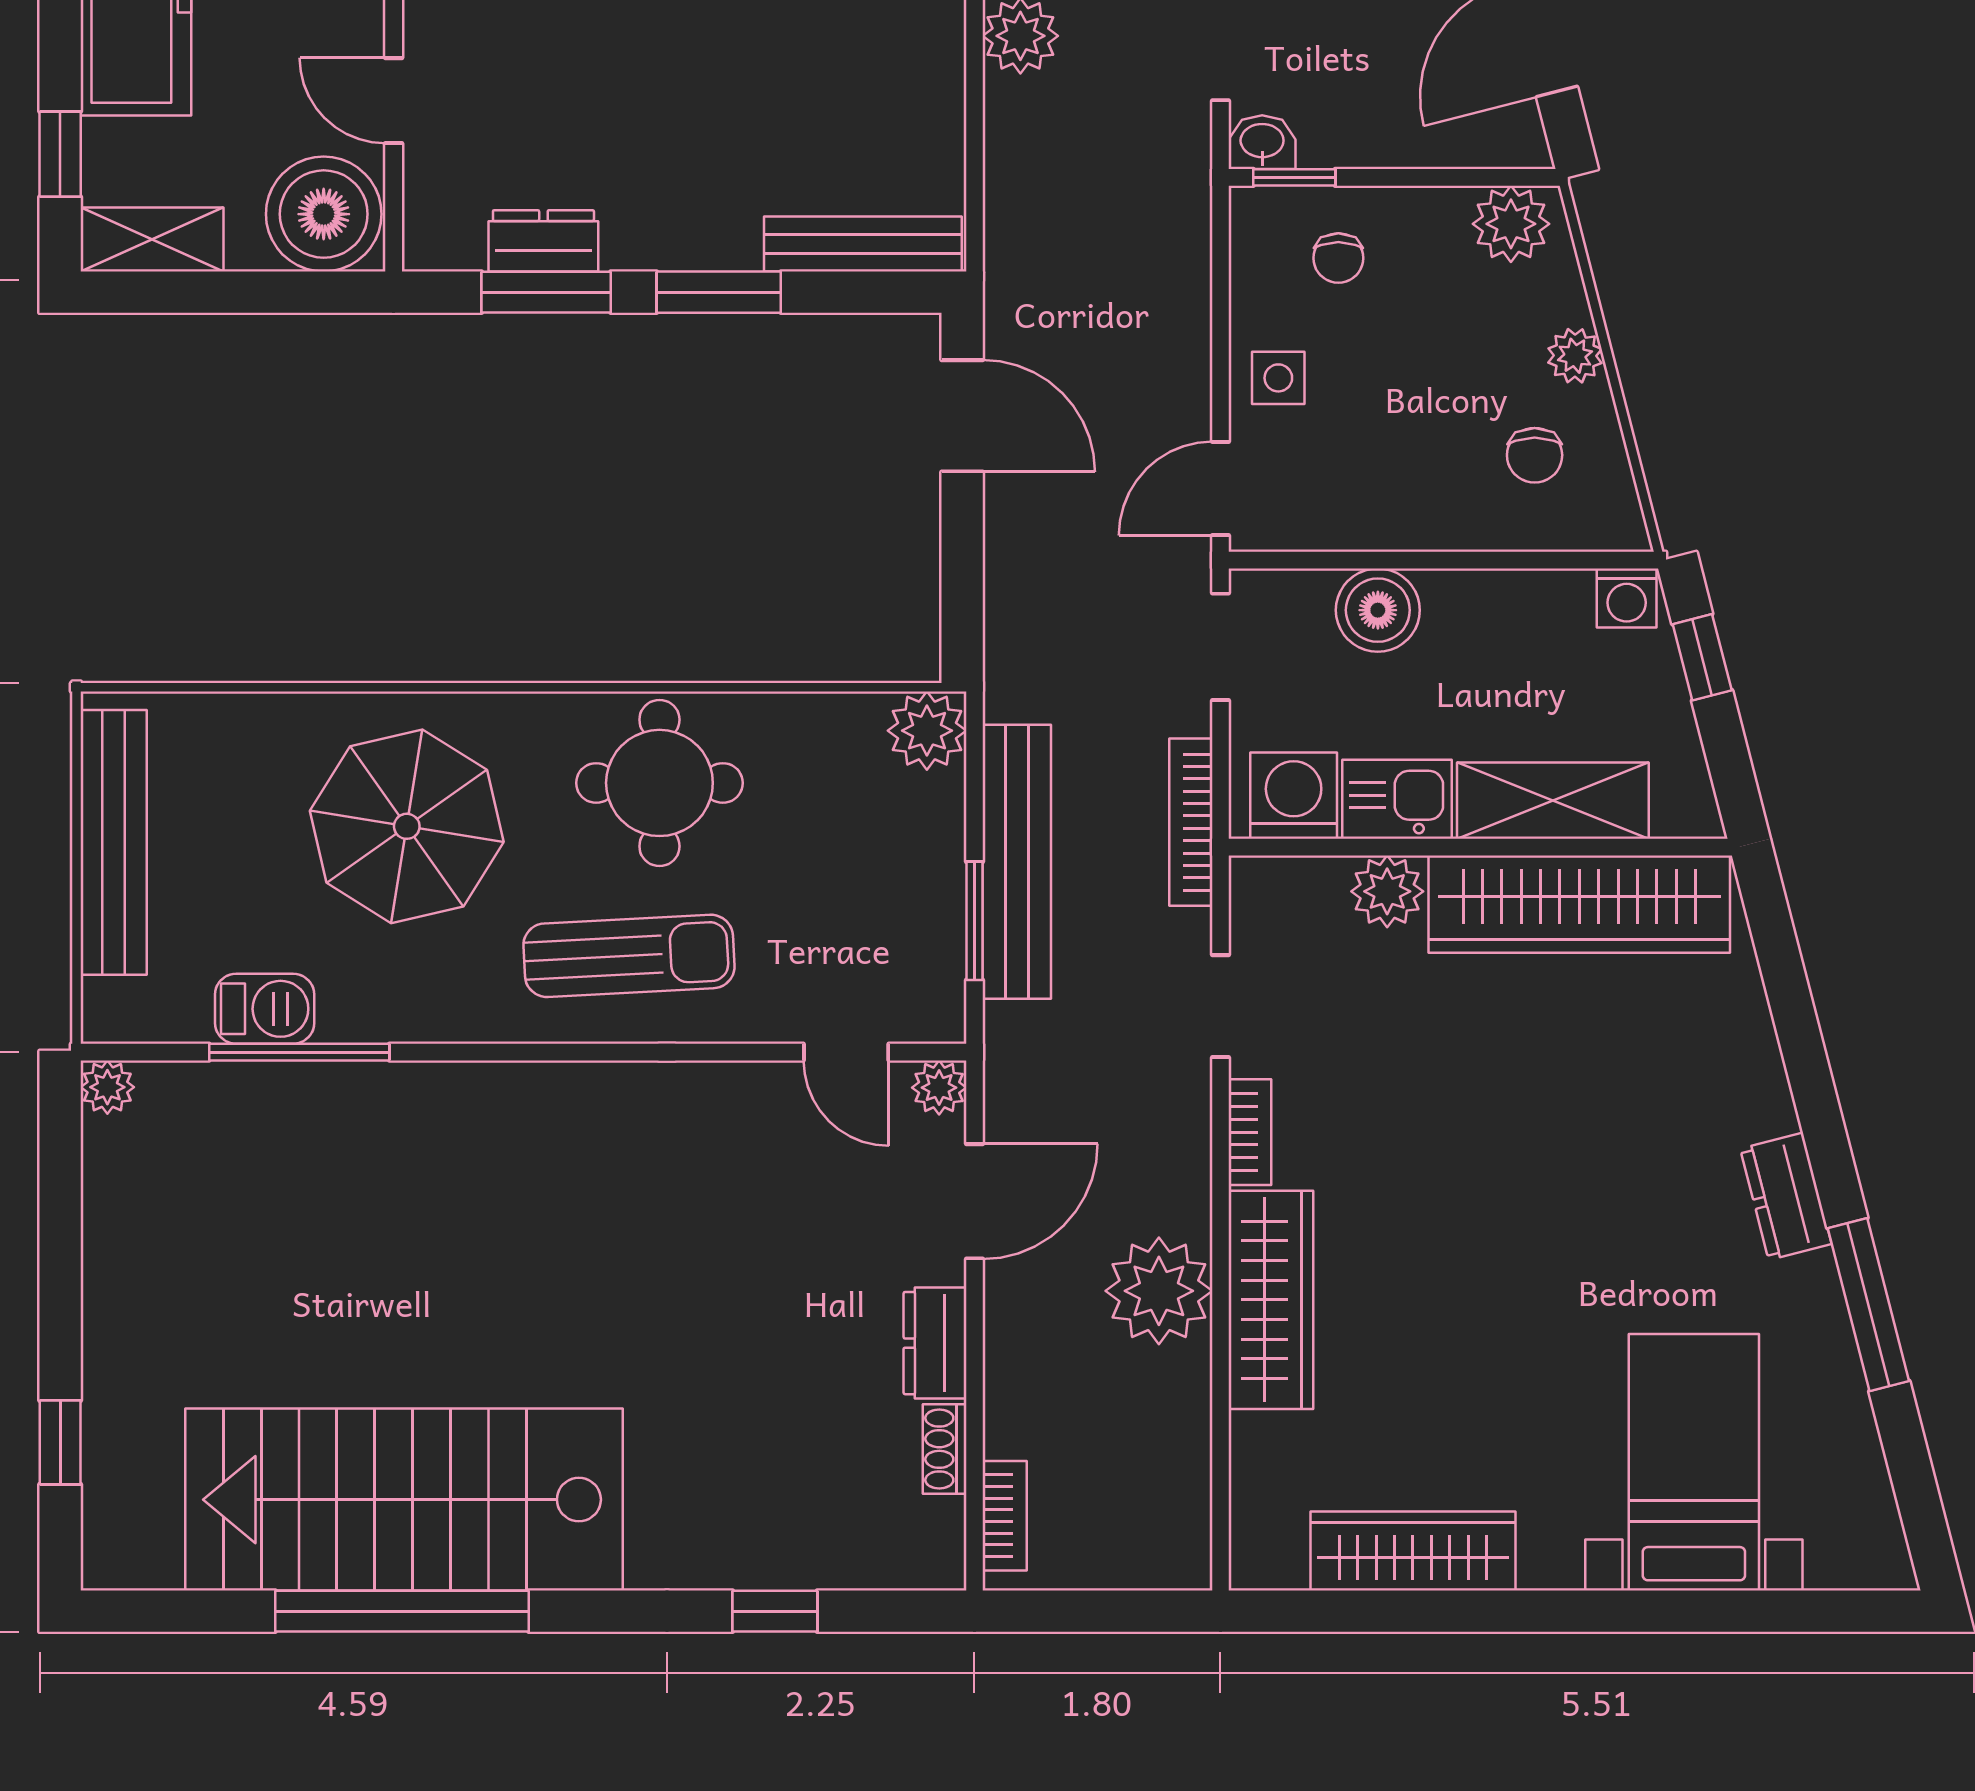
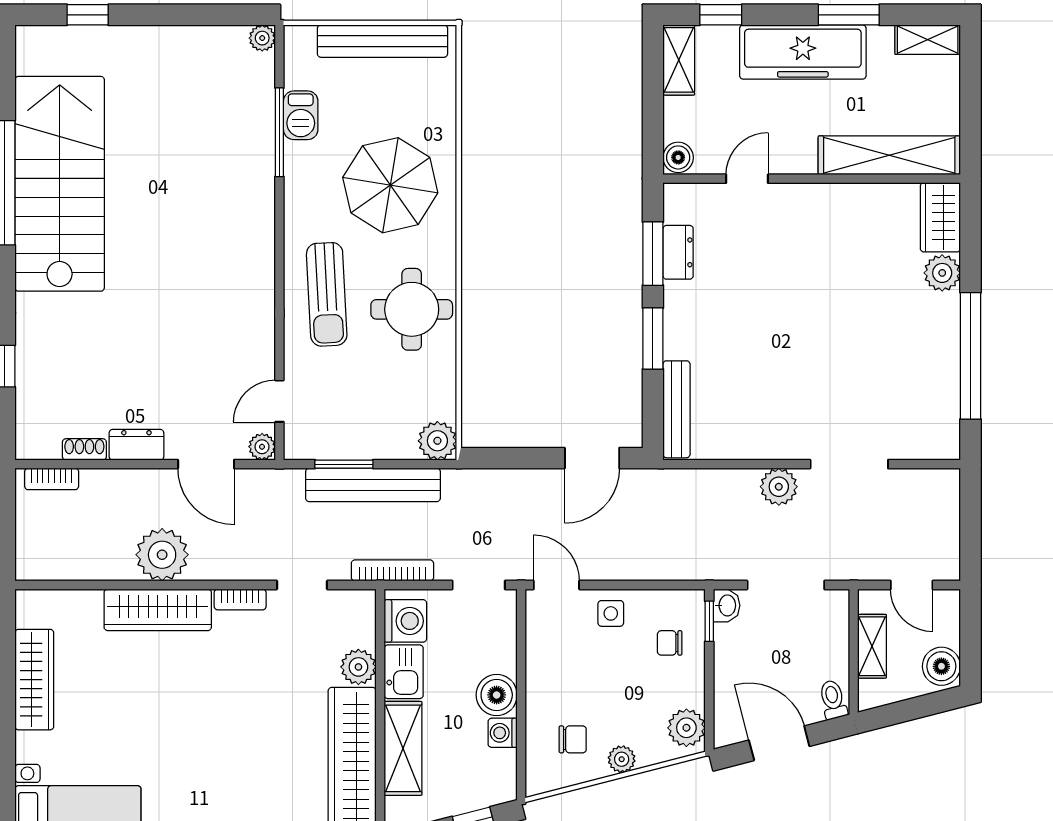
boiler: (324, 214) -> (678, 157), width x0.54, depth x0.54
chair: (1535, 455) -> (573, 739), turned 180
washing machine: (1627, 598) -> (503, 733), moved
boiler: (1378, 610) -> (497, 695), moved

